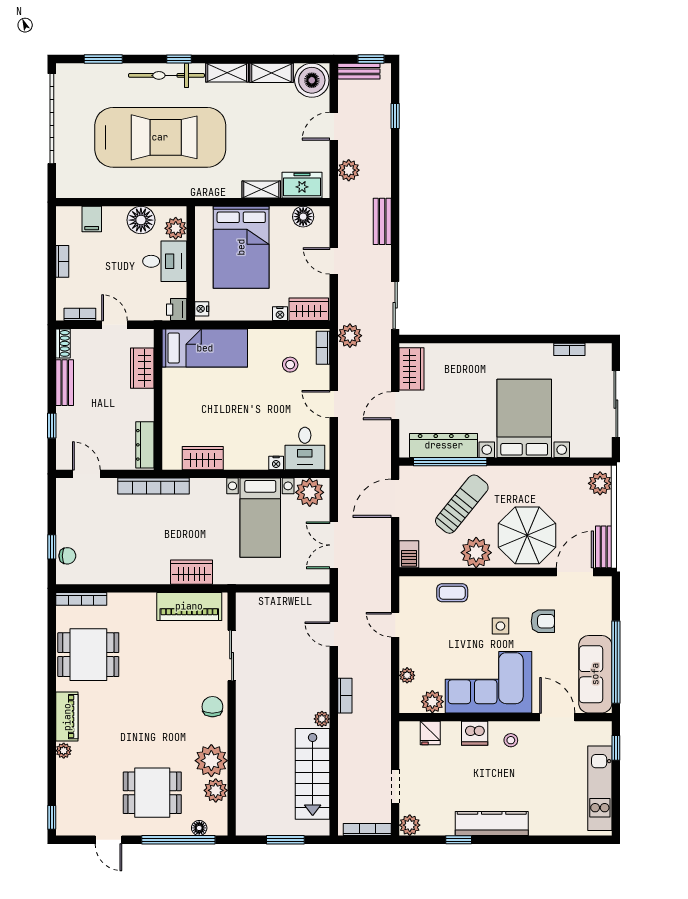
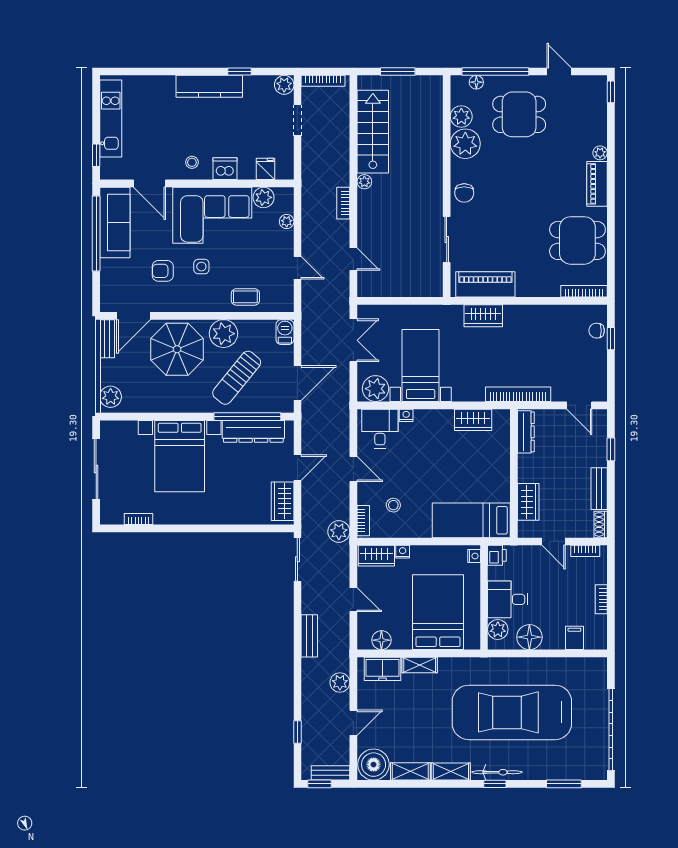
bicycle: (166, 75) -> (497, 772), width x0.73, depth x0.71

